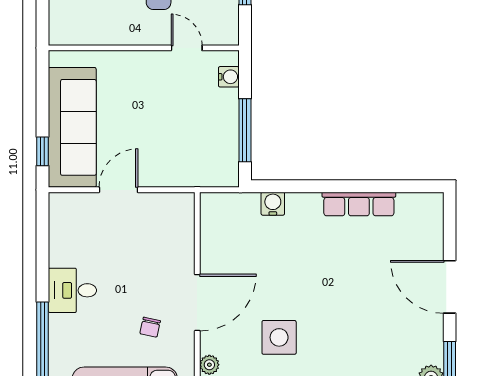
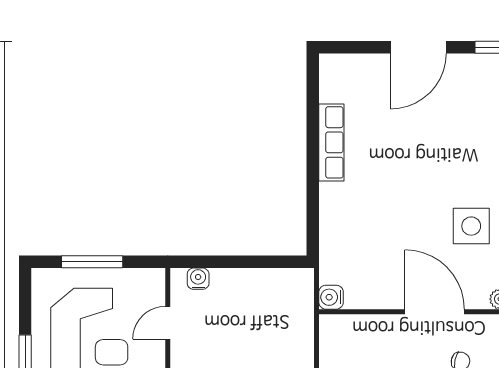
window: (245, 130) -> (254, 262), removed
water cooler: (273, 204) -> (331, 297), moved

